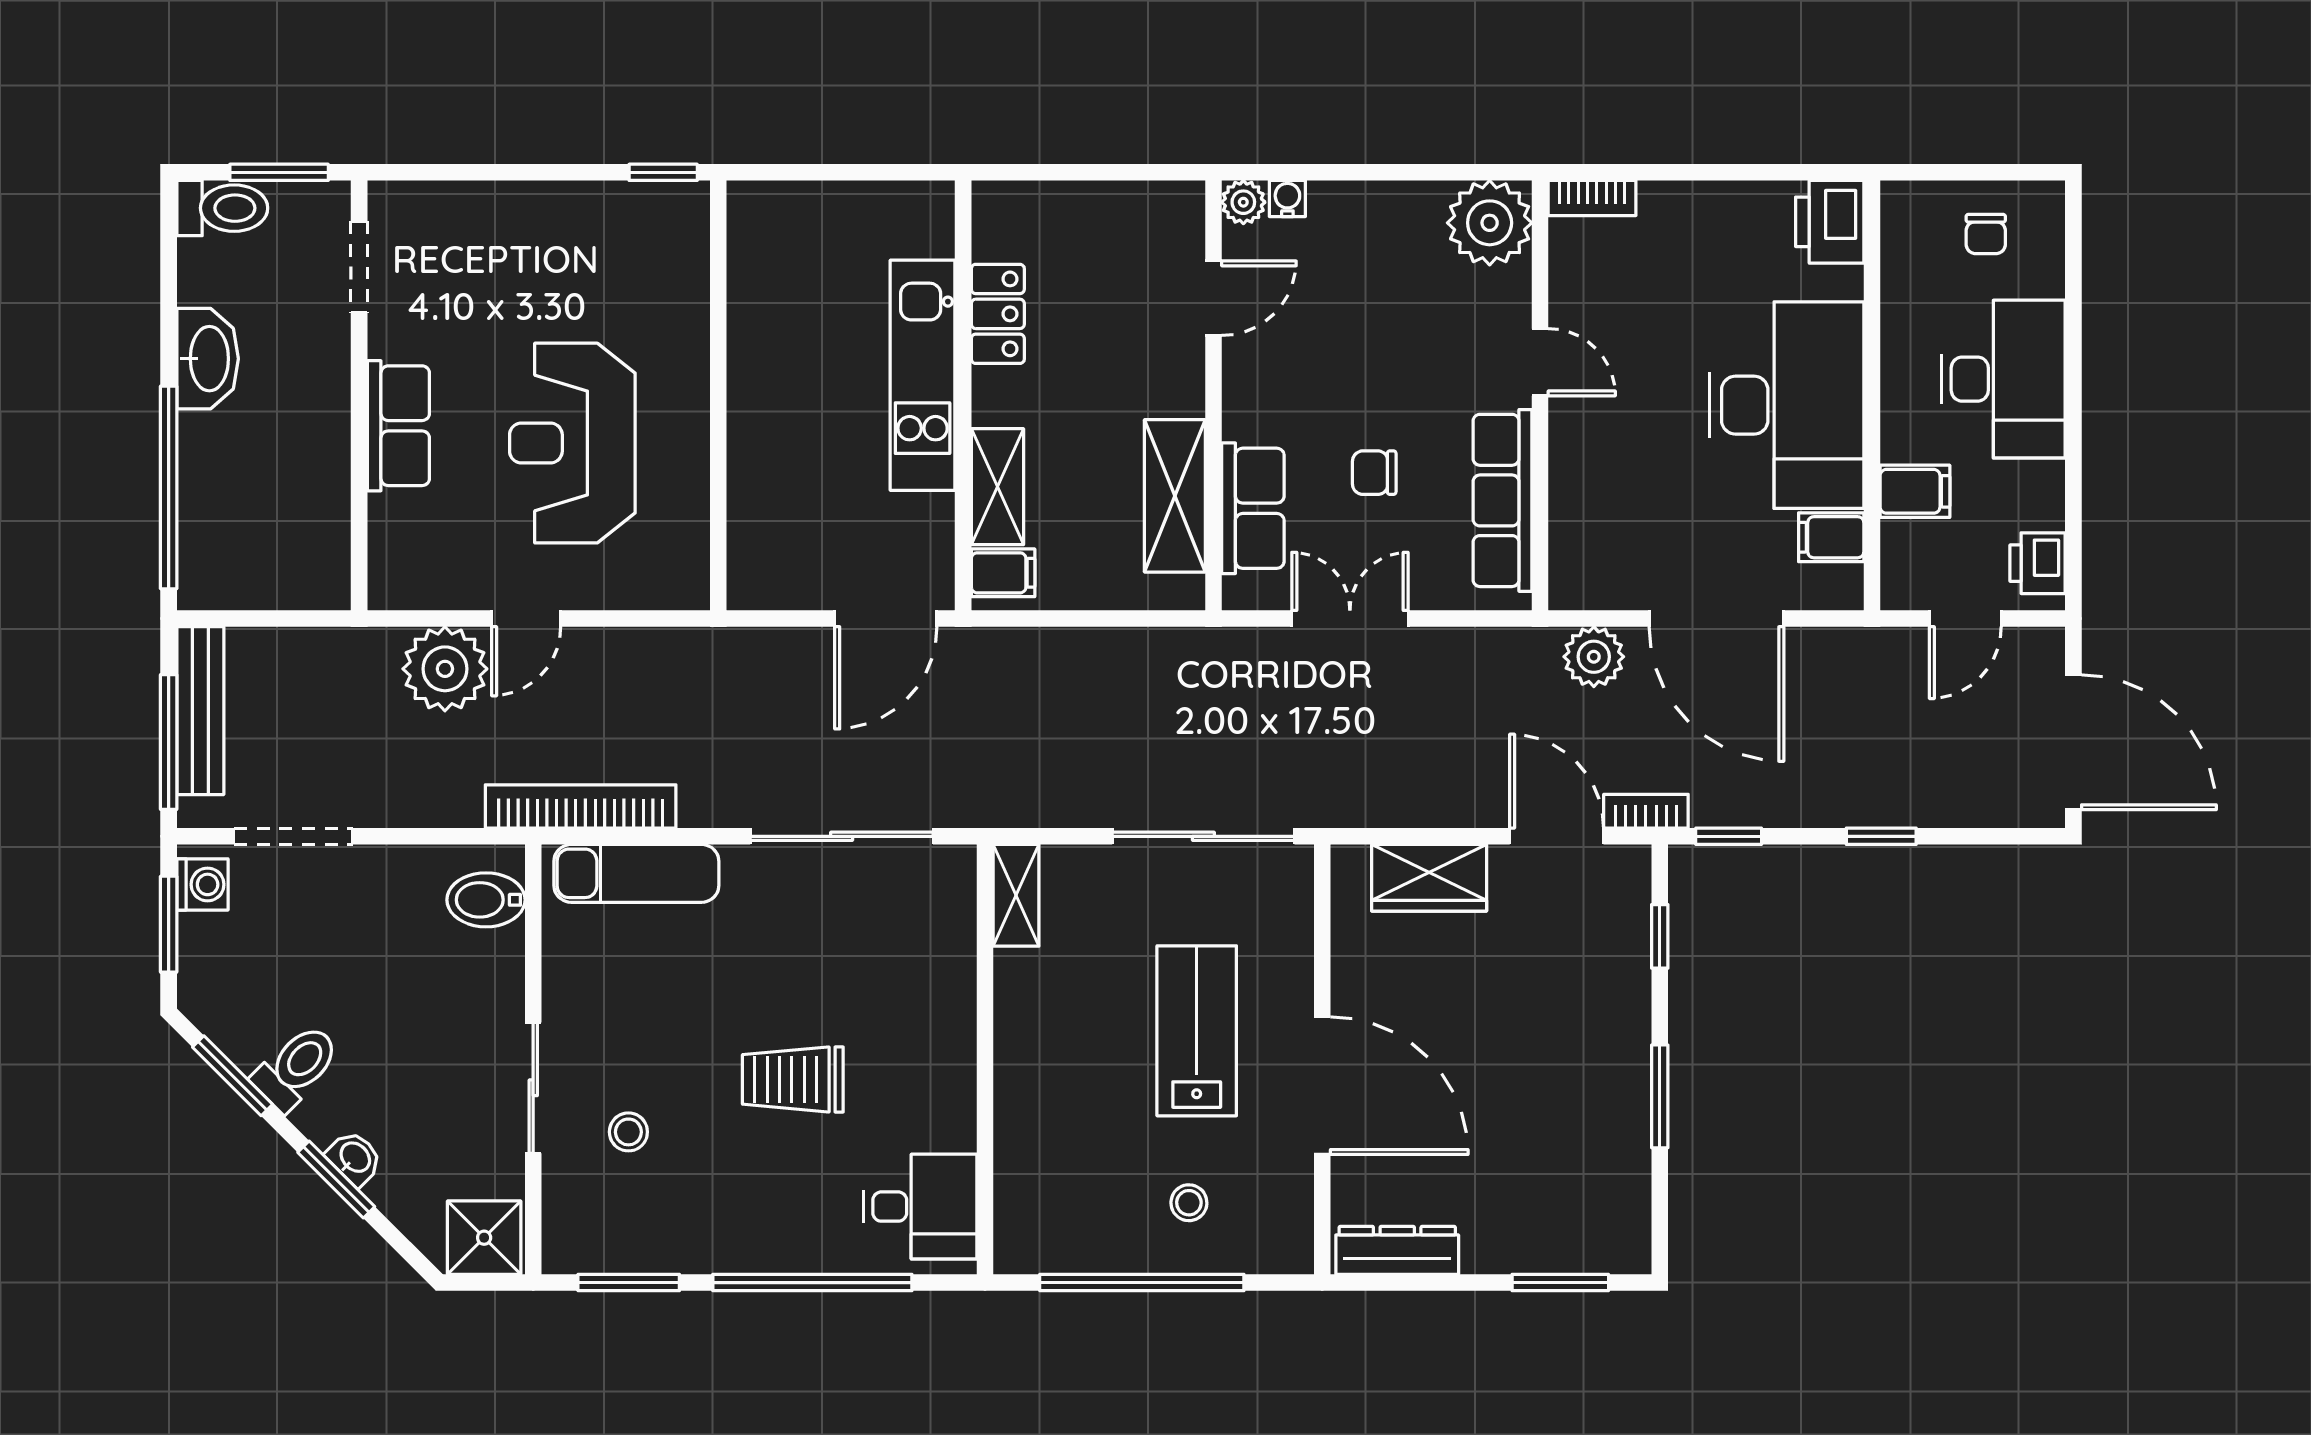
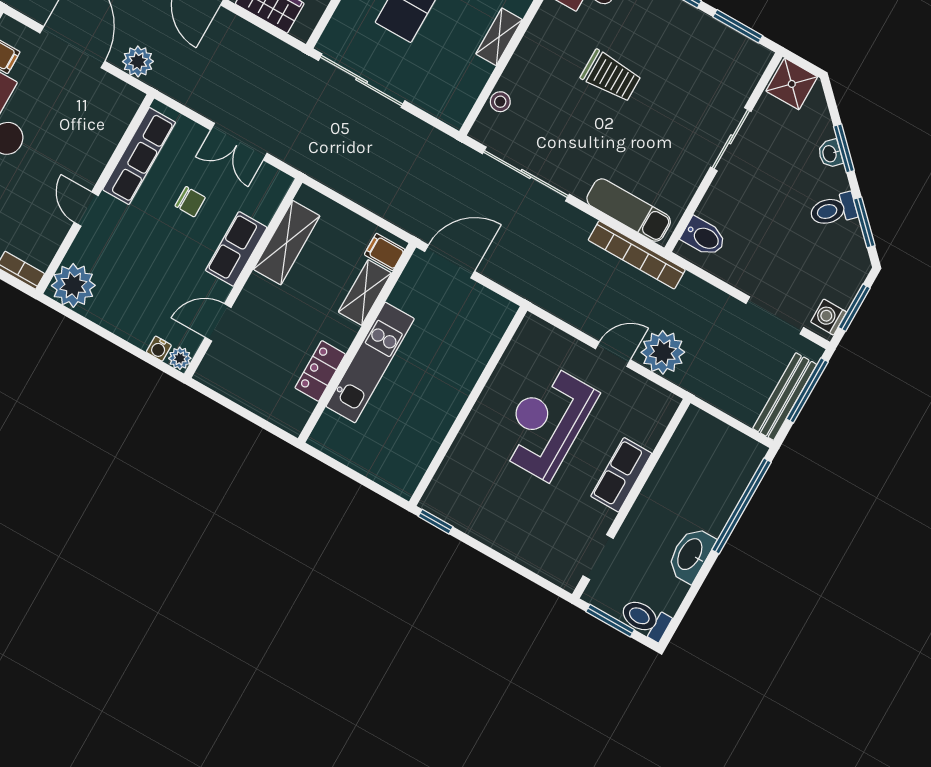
reception desk: (572, 443) -> (547, 422), turned 180
row of seats: (1253, 508) -> (236, 249), moved
shelving: (1016, 895) -> (499, 37), moved
stool: (628, 1132) -> (500, 102), moved

